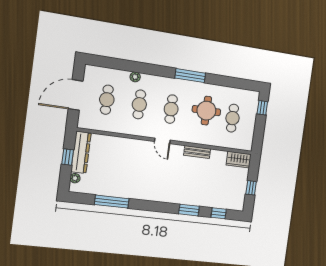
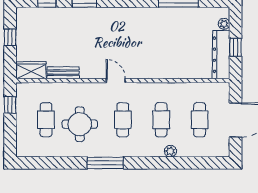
window: (262, 108) -> (10, 105), moved
door: (162, 141) -> (116, 81), moved
bench: (197, 152) -> (63, 73), moved

